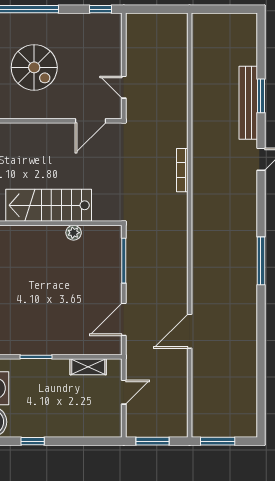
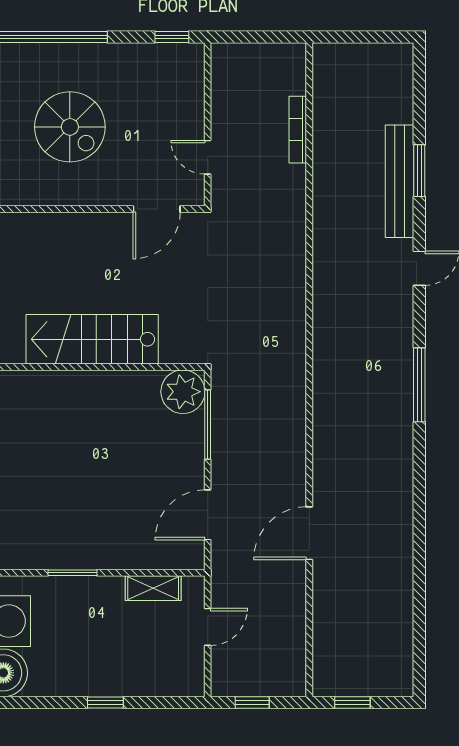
bookcase: (182, 170) -> (298, 130), moved
plant: (74, 233) -> (183, 392), moved, width x1.88, depth x1.88
window: (261, 261) -> (419, 385), moved
window: (33, 441) -> (105, 703), moved
window: (153, 441) -> (252, 703), width x0.67
window: (218, 441) -> (352, 703), width x0.67

